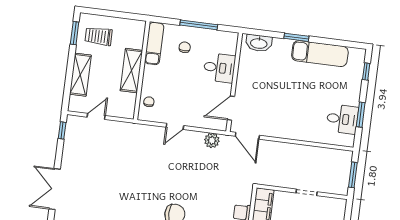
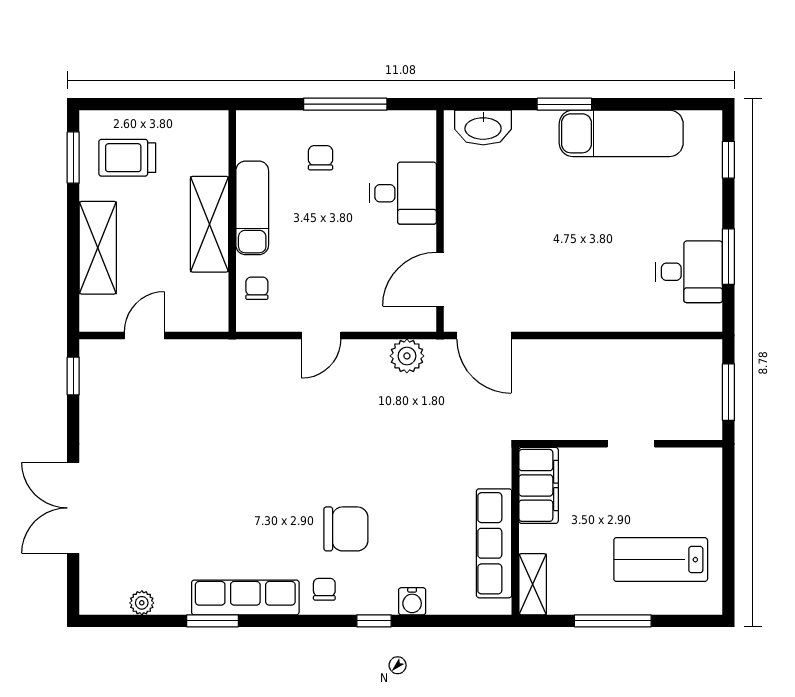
exam couch: (154, 44) -> (252, 208), moved

